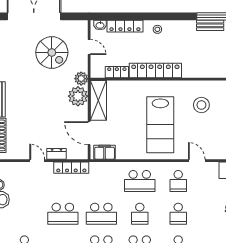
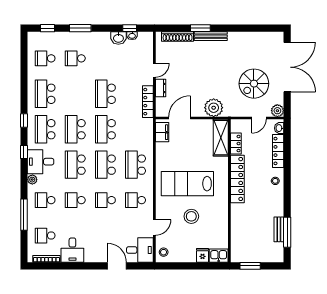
plant: (81, 79) -> (277, 111), moved
shelving: (98, 100) -> (221, 138), moved, turned 90
stool: (201, 105) -> (191, 216), moved
door: (197, 161) -> (154, 227), moved
school desk: (140, 214) -> (105, 165), width x1.85

